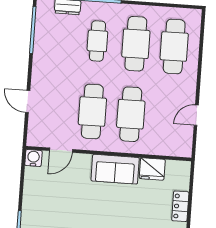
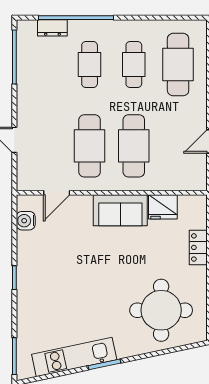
cafe table: (136, 44) -> (134, 65), width x0.73, depth x0.74
water cooler: (33, 158) -> (26, 221), moved, turned -90

